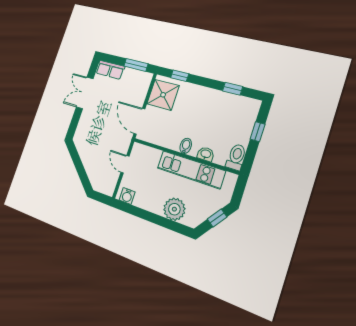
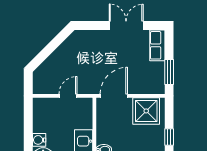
window: (180, 76) -> (169, 137), moved
water cooler: (127, 196) -> (39, 140), moved

